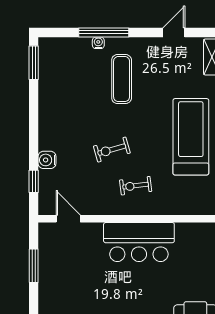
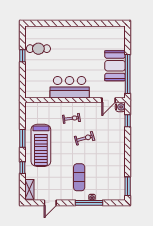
water cooler: (47, 160) -> (120, 107), moved
door: (68, 219) -> (109, 100), hinge flipped
window: (34, 266) -> (128, 74), width x2.11
booth: (57, 281) -> (115, 66), added

